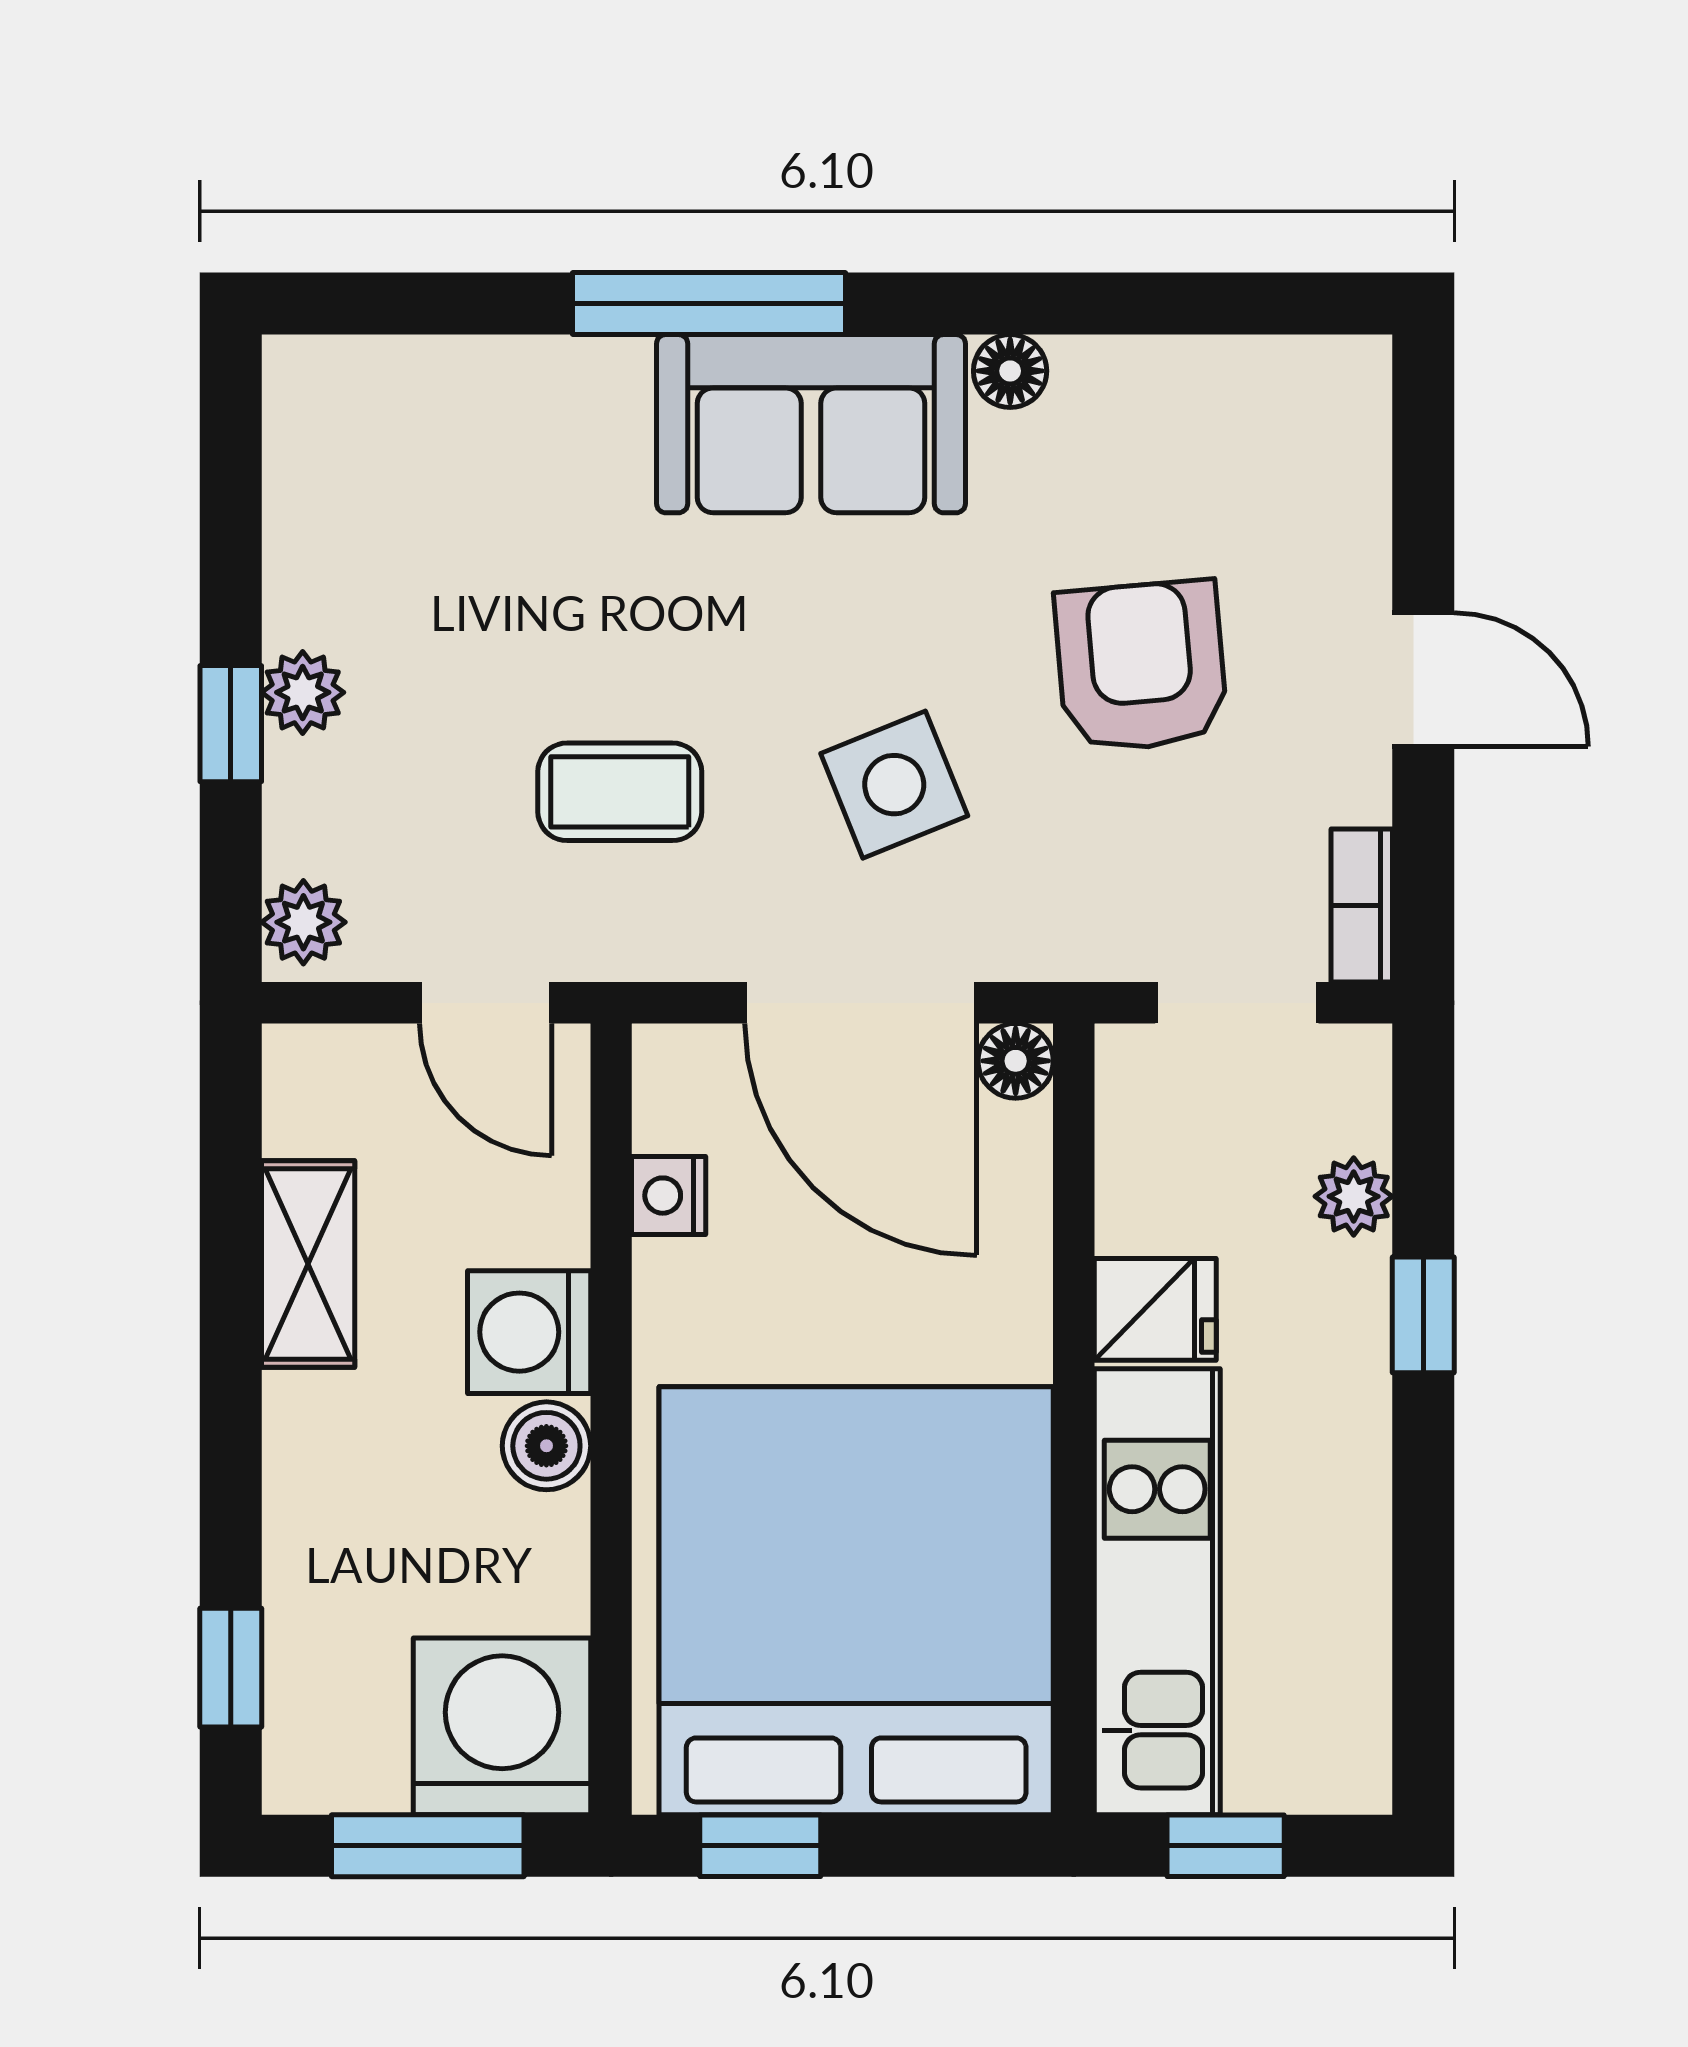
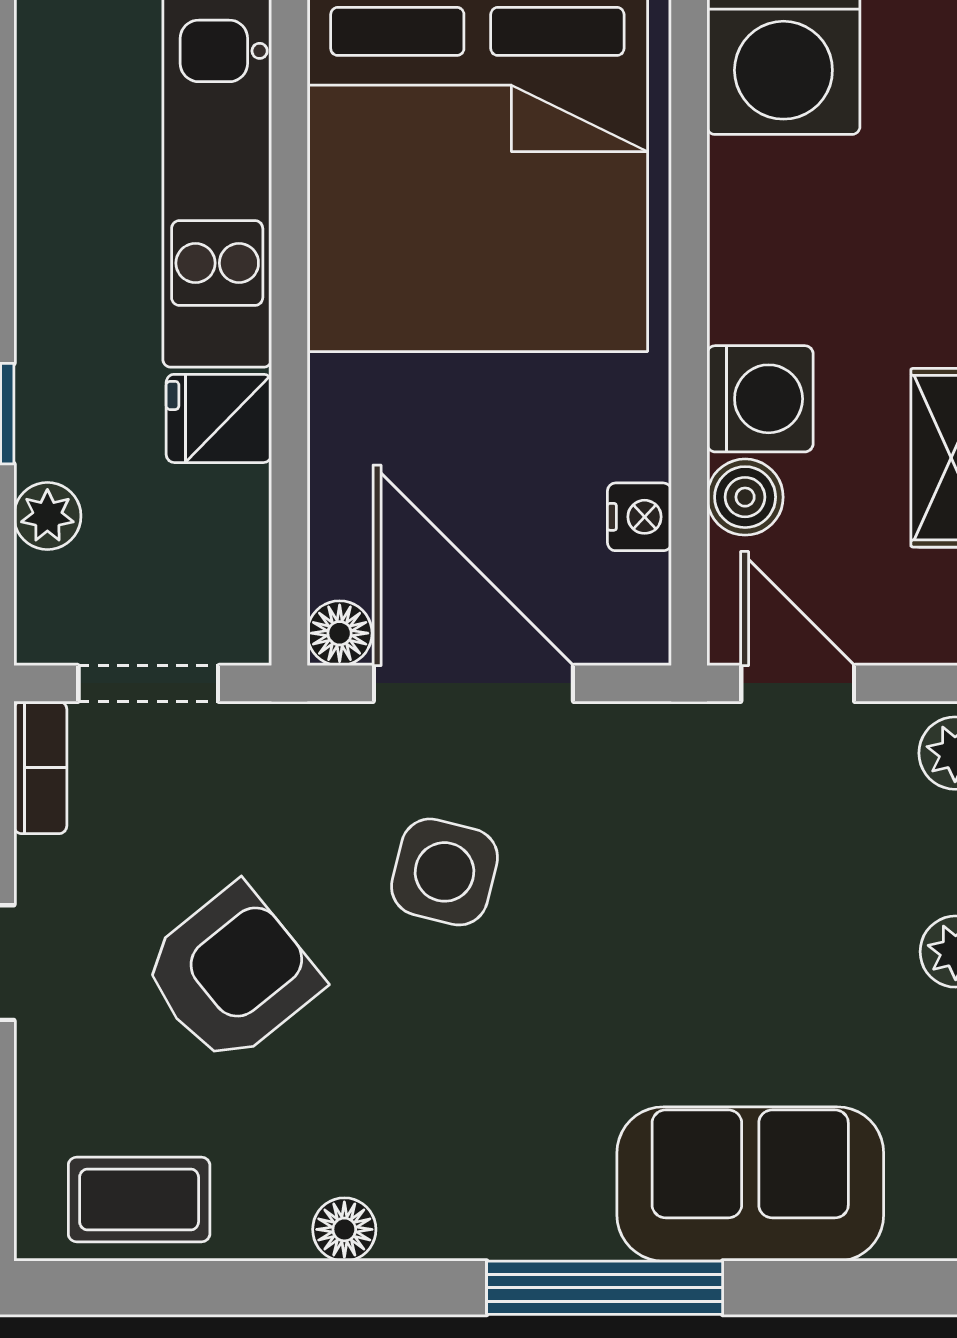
sofa: (811, 424) -> (750, 1184), moved
armchair: (1141, 666) -> (231, 974), turned -124
side table: (894, 785) -> (444, 872), turned 36
coffee table: (620, 792) -> (139, 1199), moved
boiler: (546, 1446) -> (745, 497), moved

